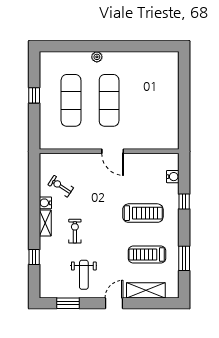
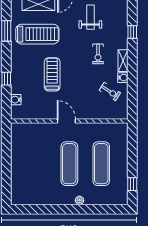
window: (34, 95) -> (132, 184), moved
treadmill: (143, 213) -> (52, 74), moved, turned 90
treadmill: (147, 255) -> (37, 34), width x1.37, depth x1.38

